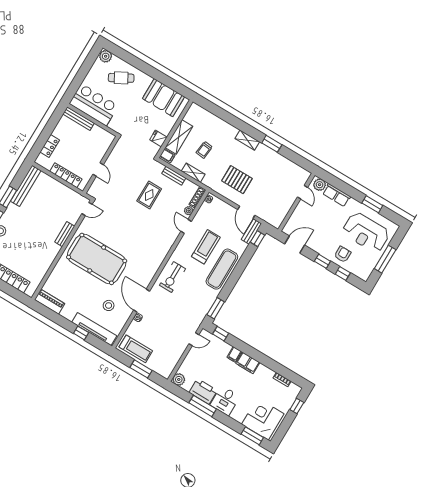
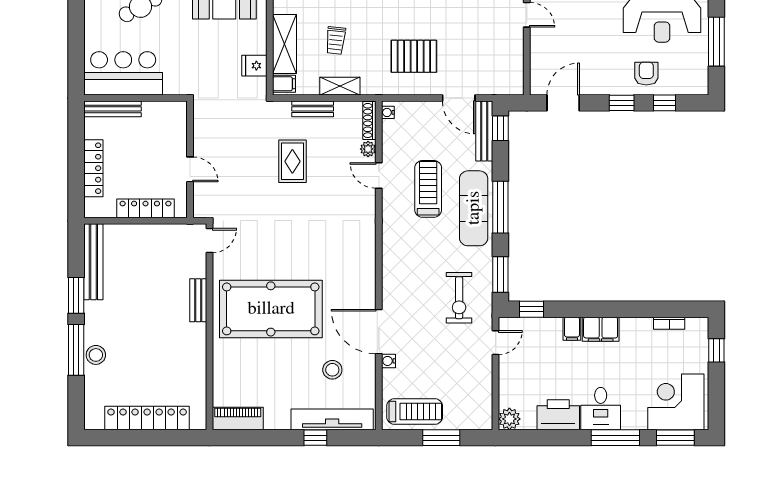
locker: (50, 146) -> (93, 168), width x1.53
bench: (251, 232) -> (484, 131), width x1.36
window: (235, 276) -> (500, 207), added
exercise bike: (172, 277) -> (459, 298), moved
window: (203, 406) -> (615, 438), moved

